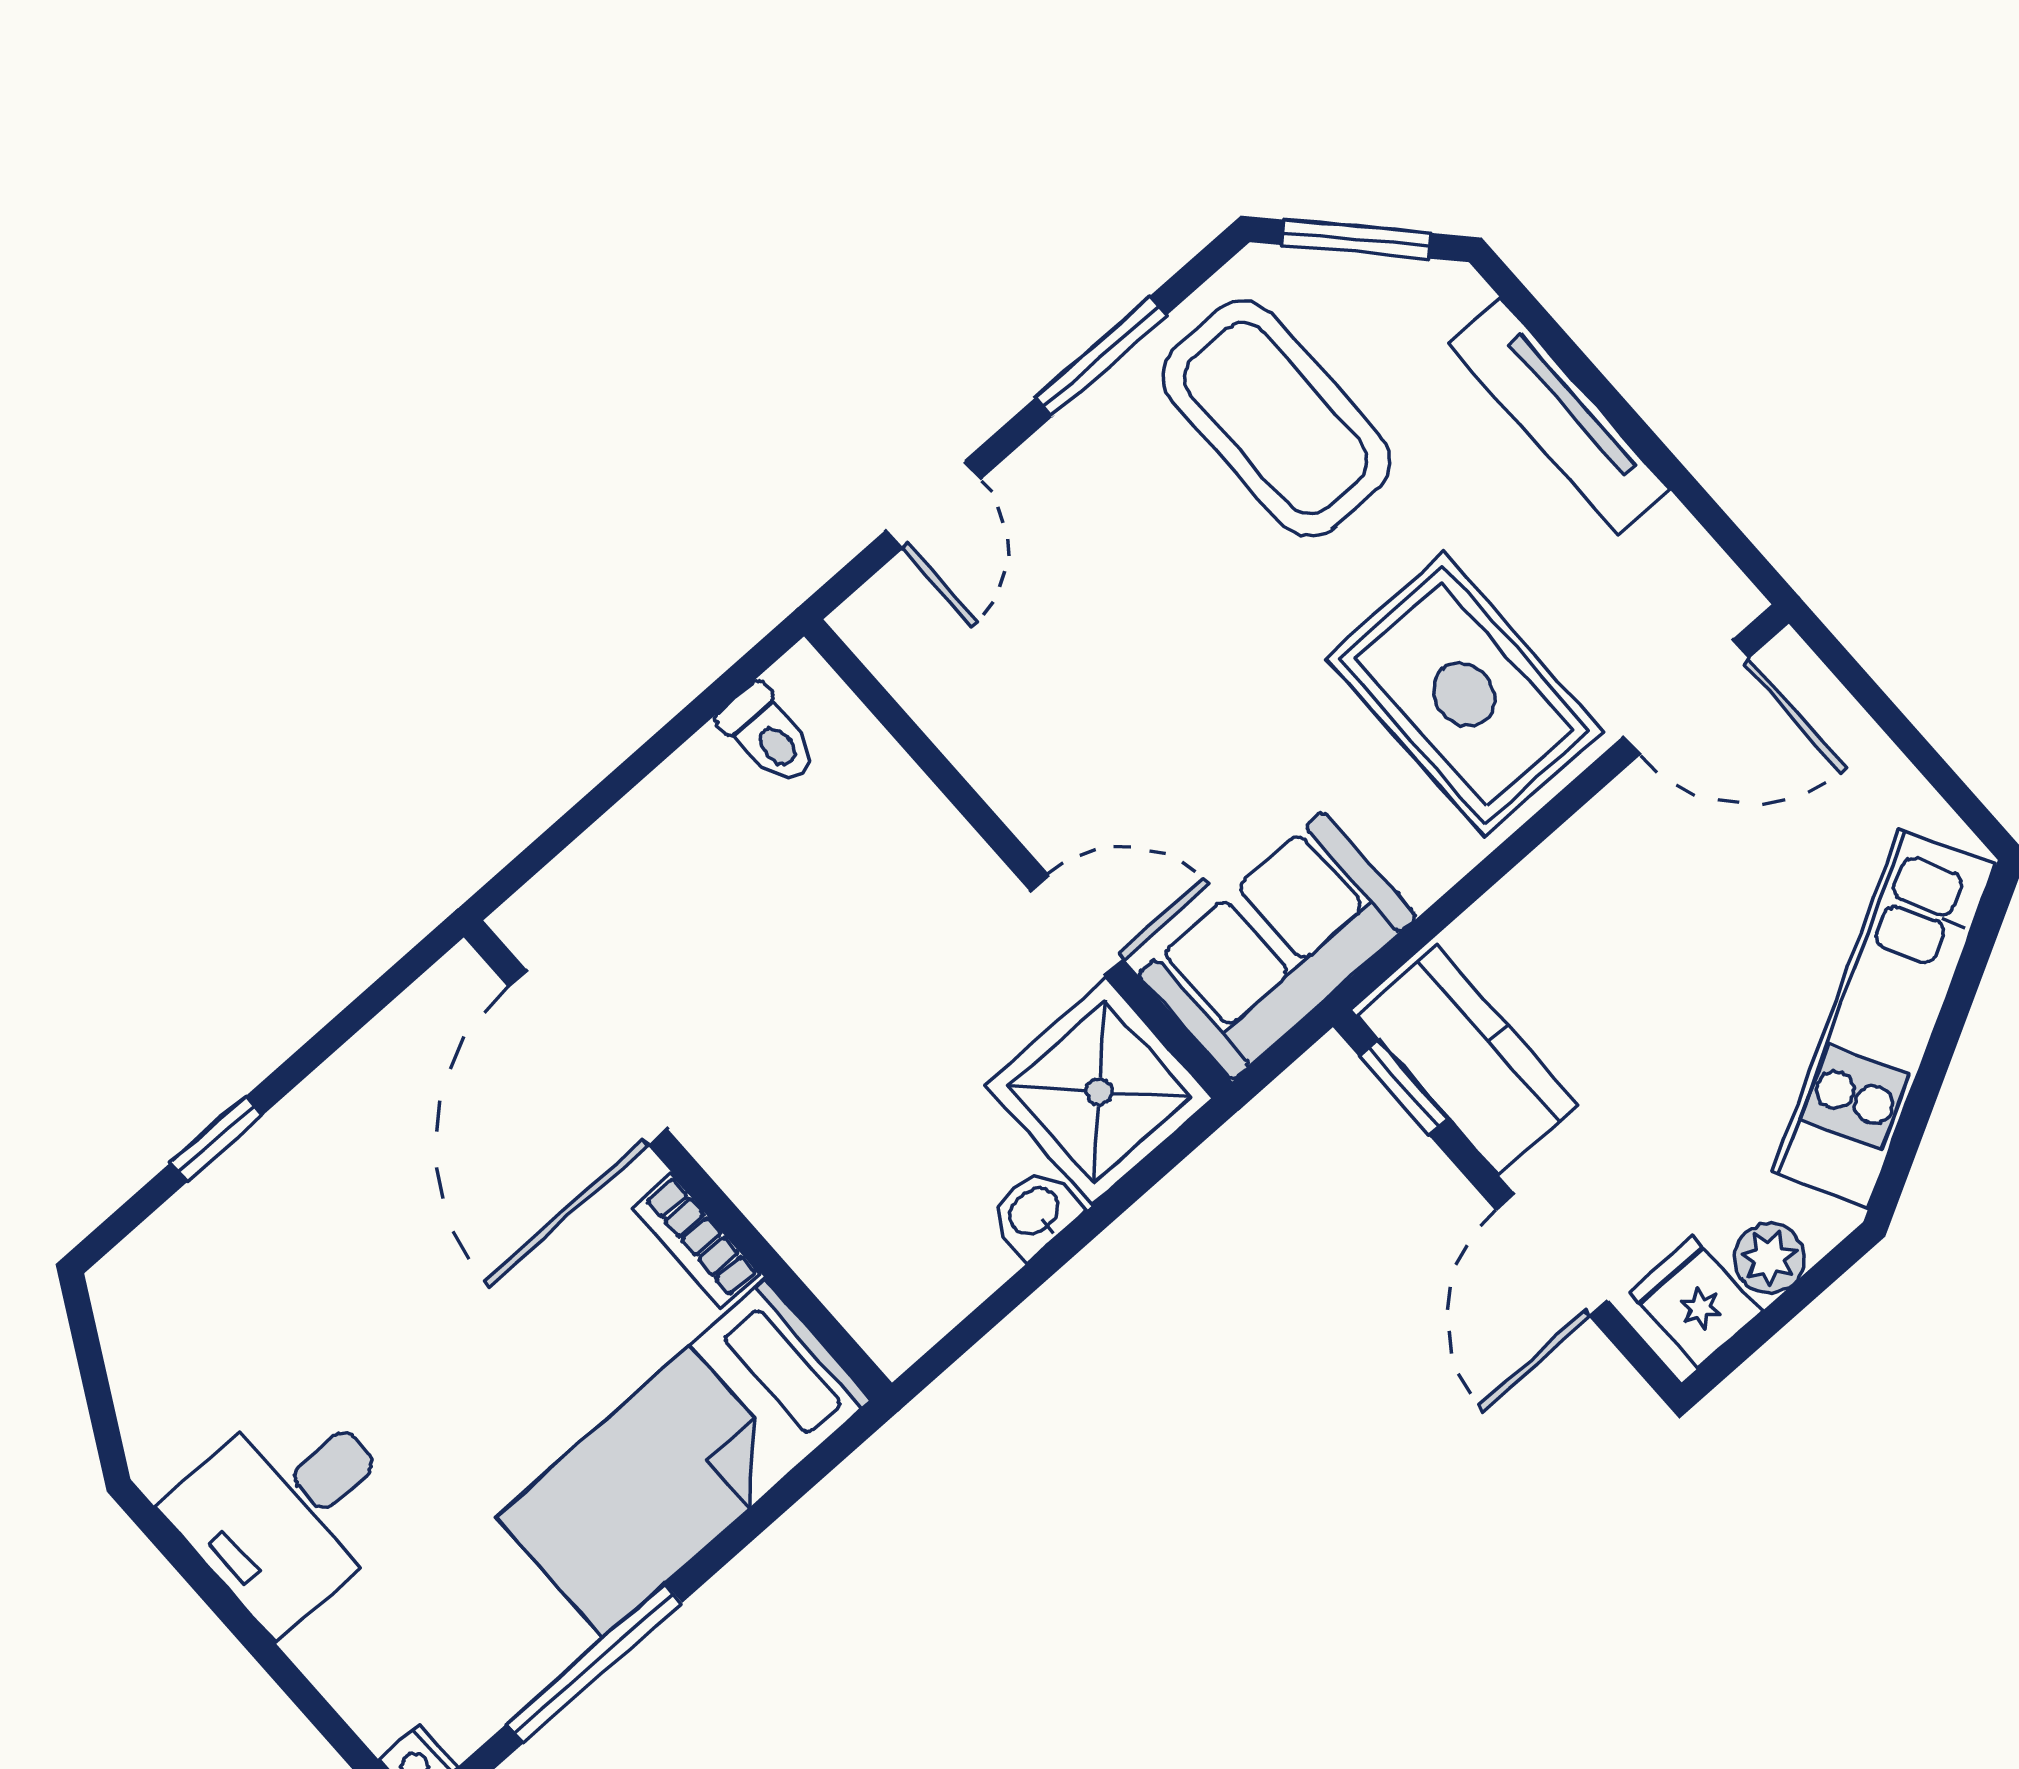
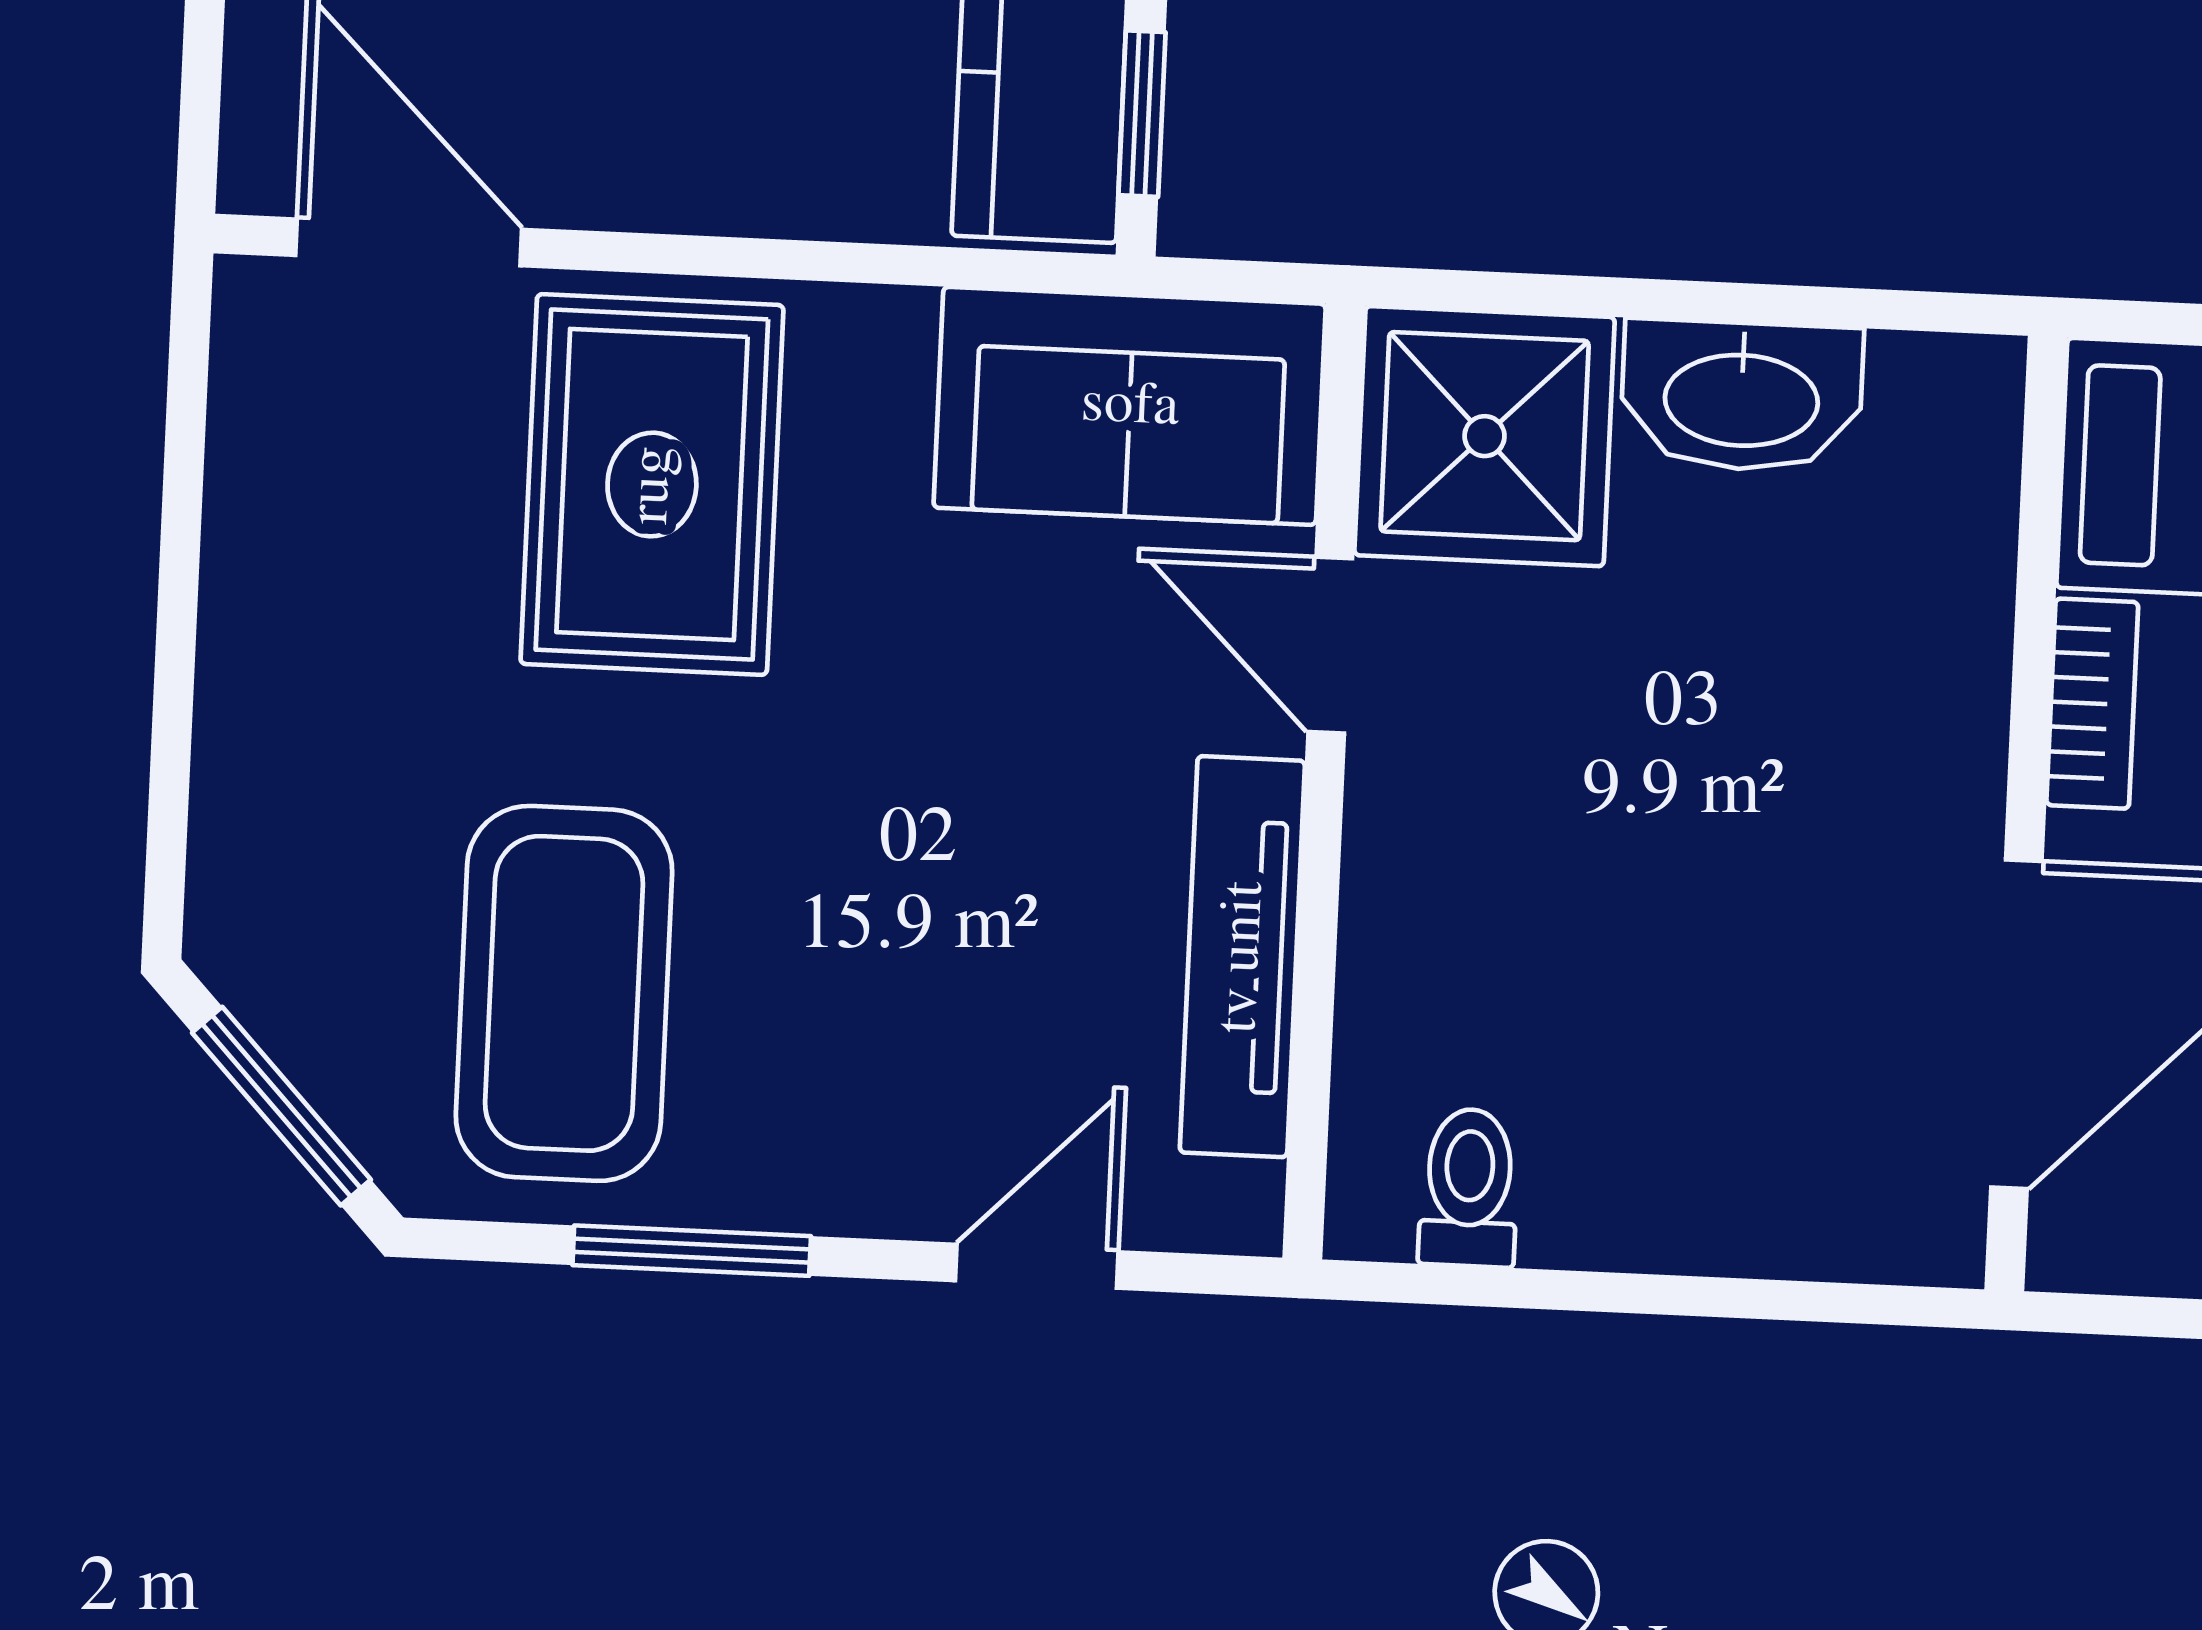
tv unit: (1559, 416) -> (1242, 957), moved, turned 180
washbasin: (1035, 1212) -> (1742, 396), width x1.91, depth x1.45

